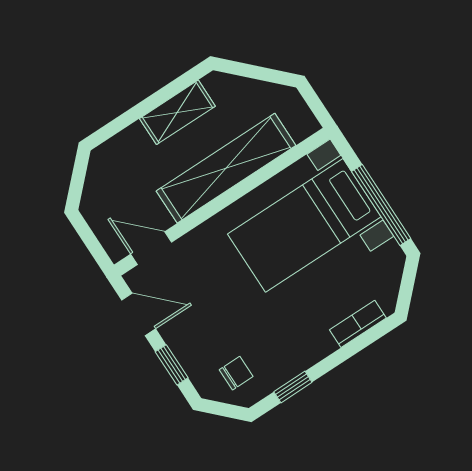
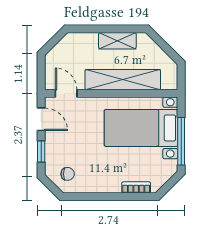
window: (293, 387) -> (89, 197), removed

